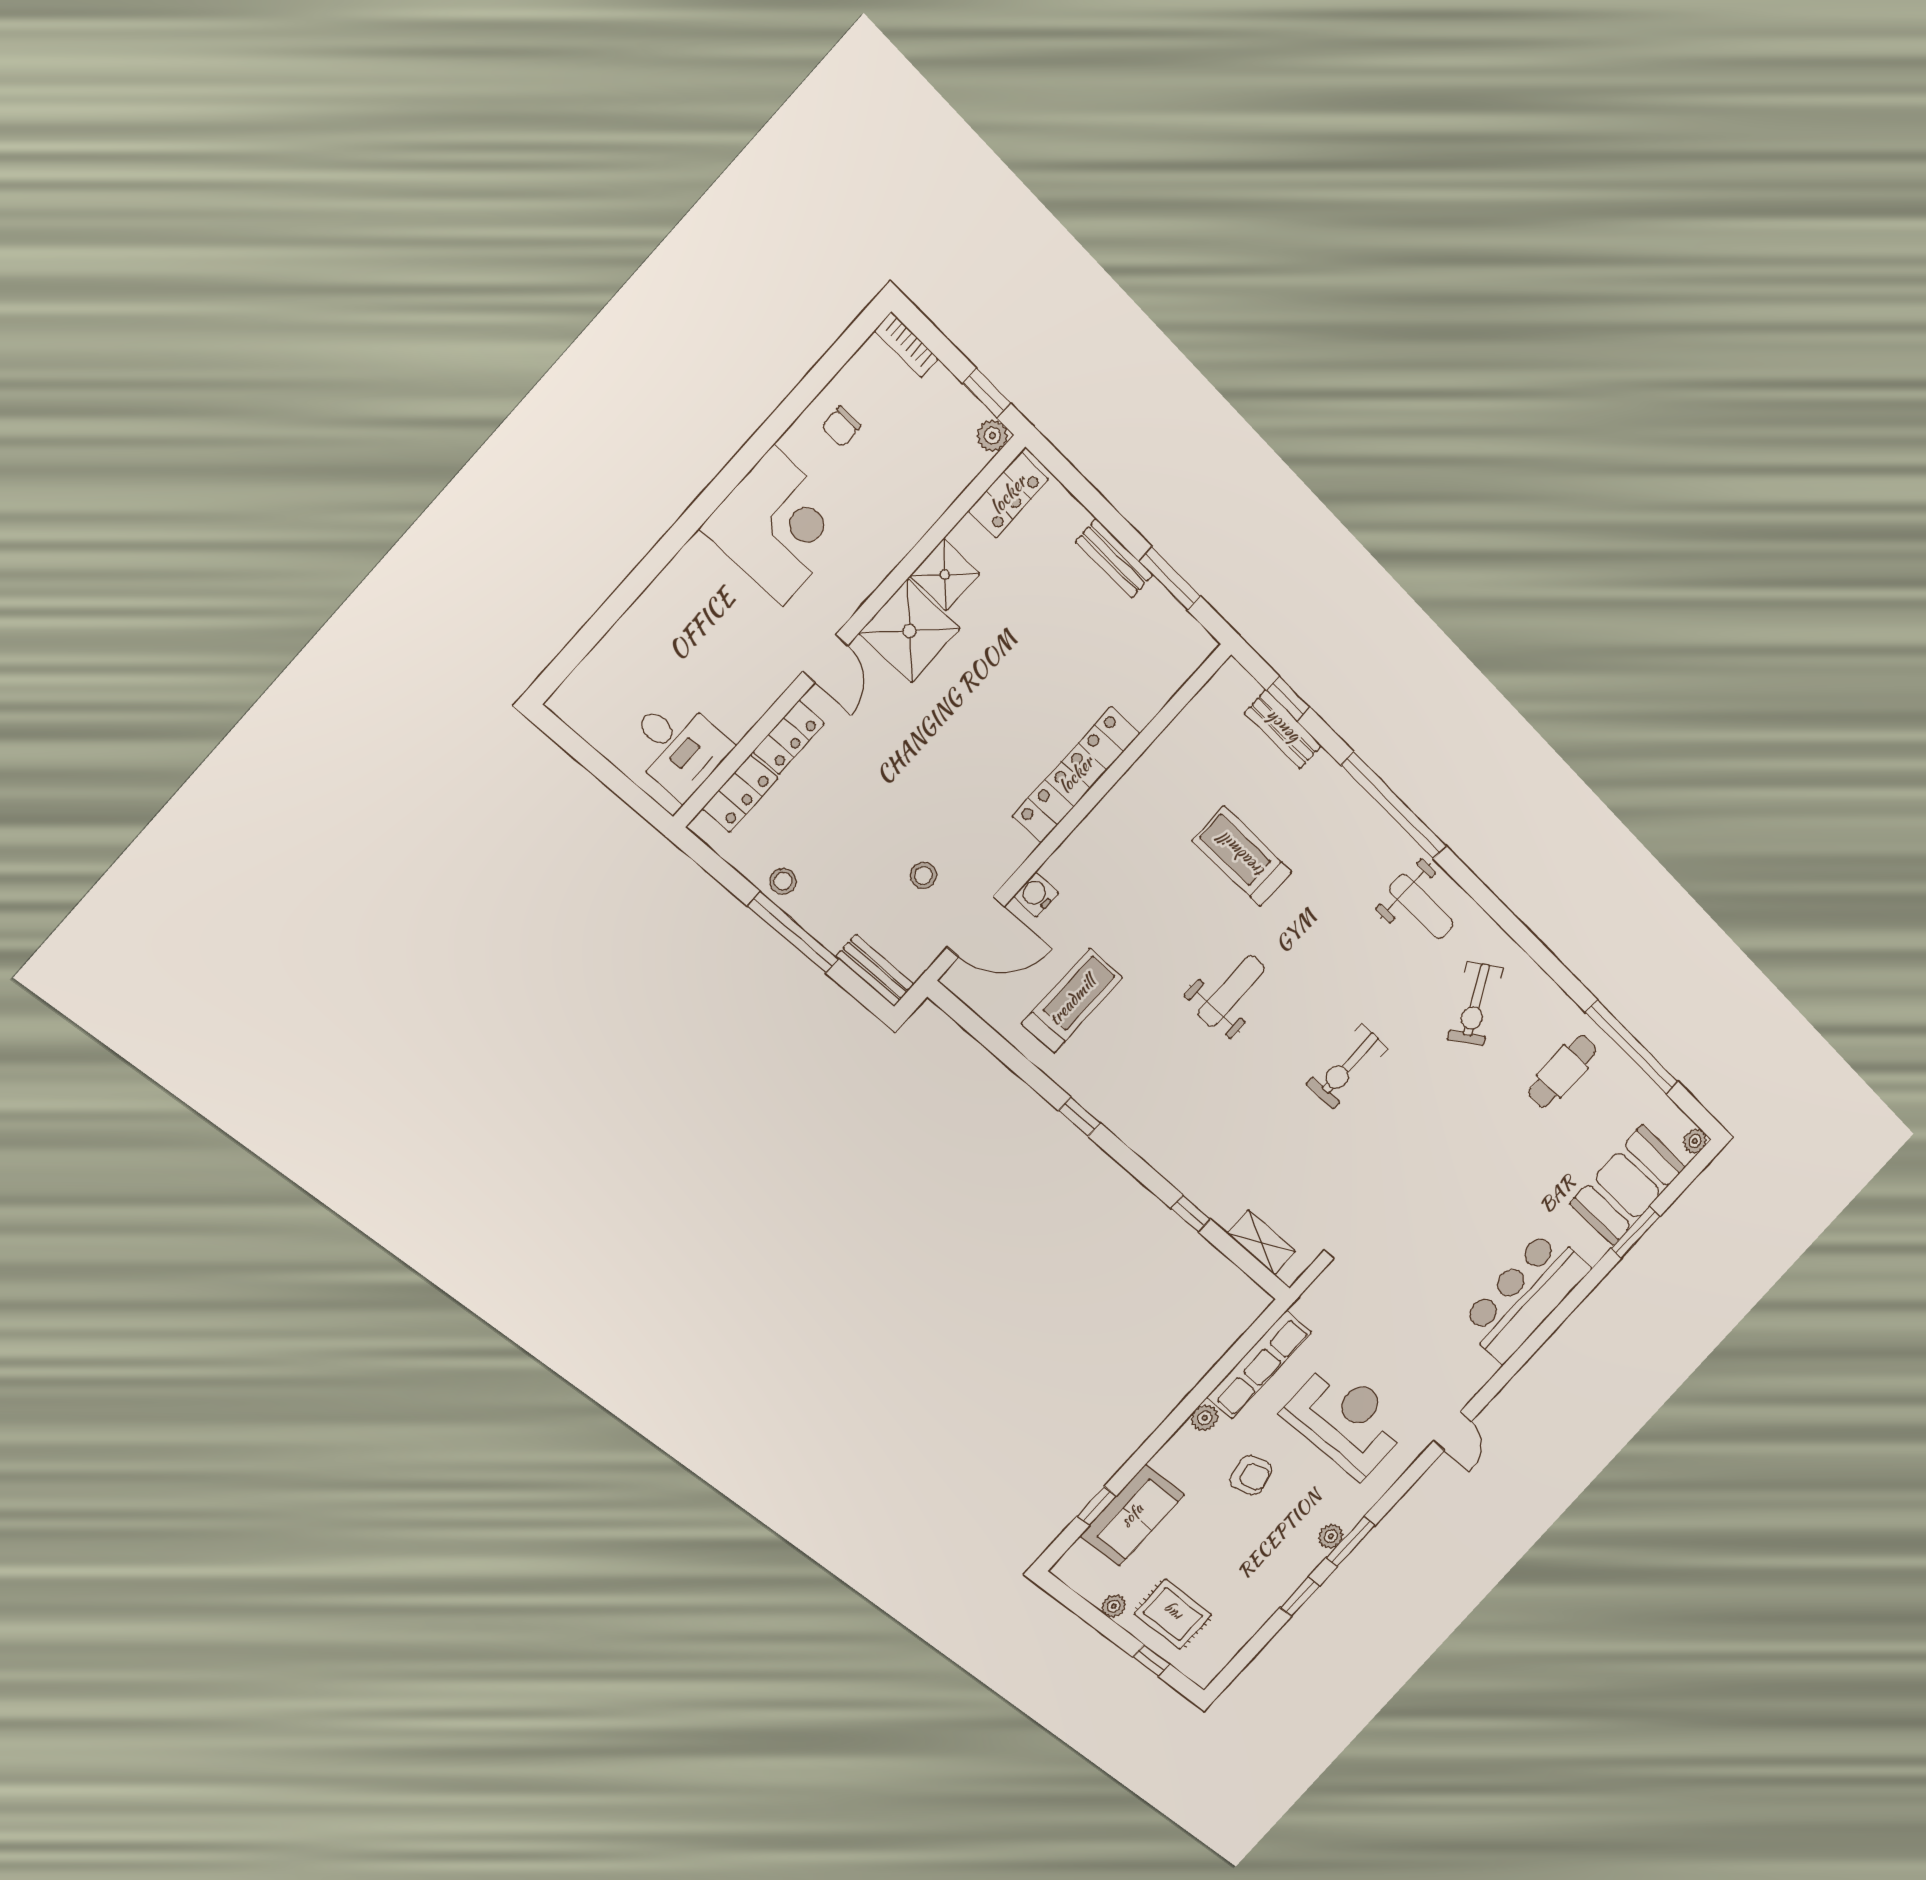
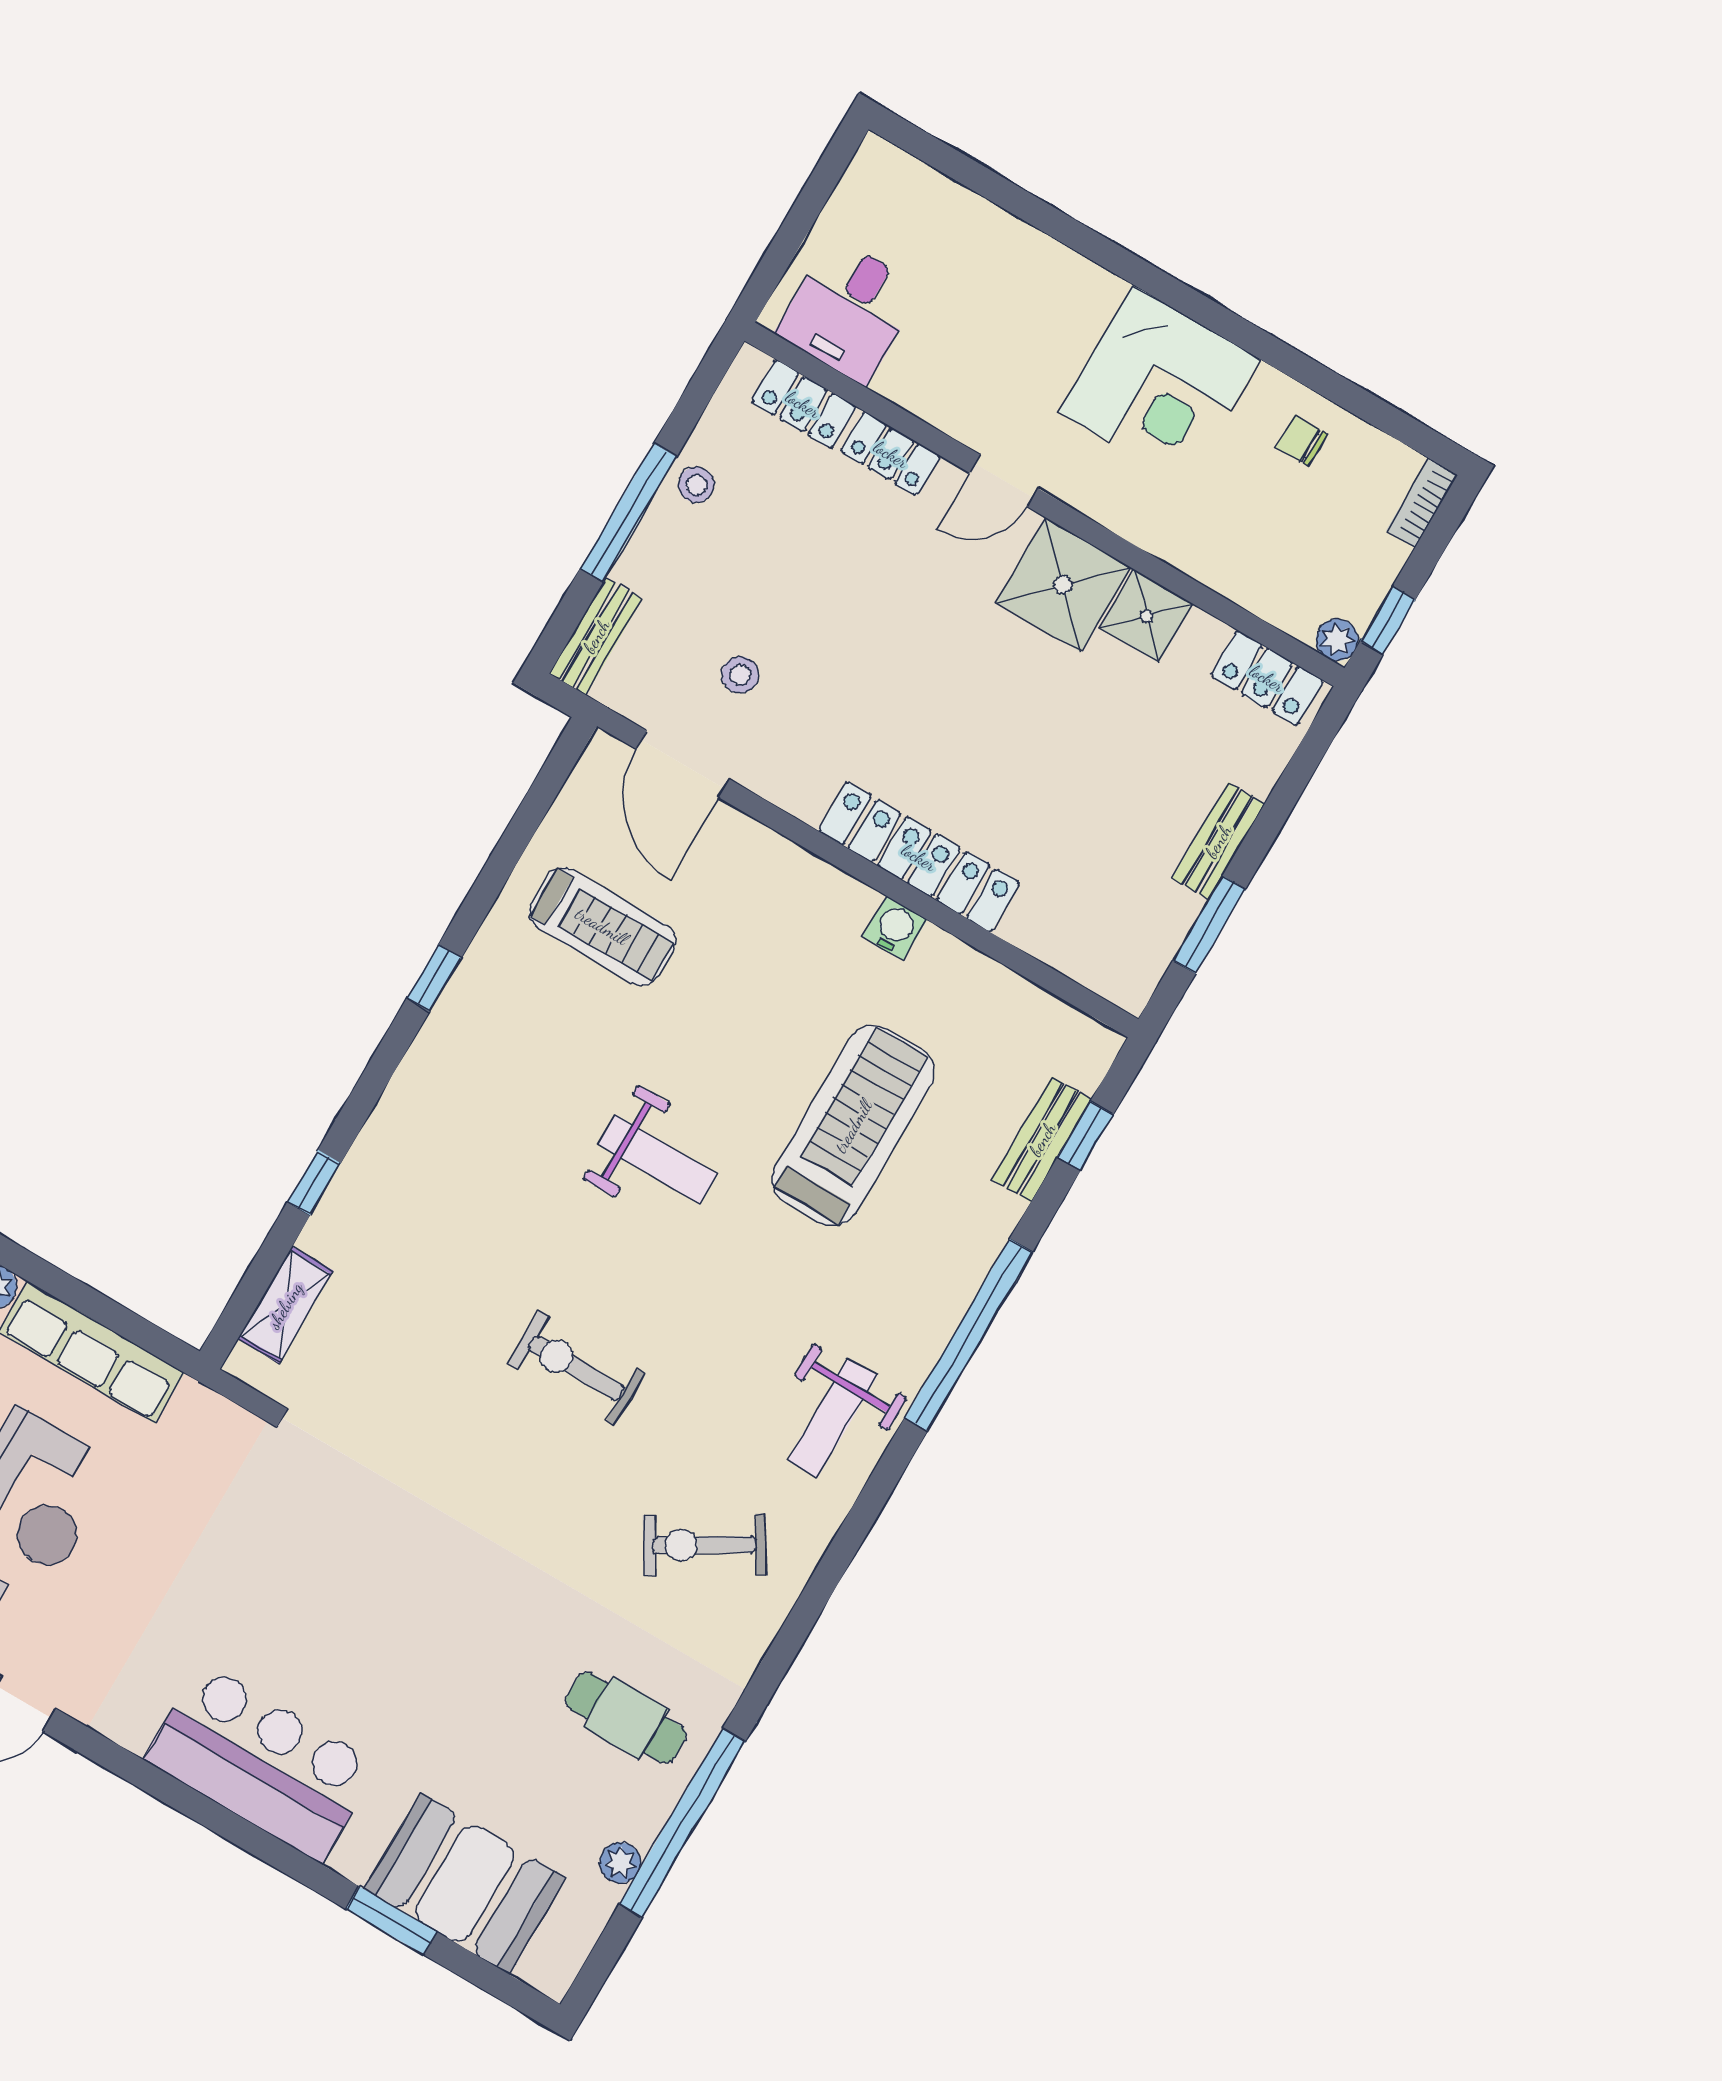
treadmill: (1242, 856) -> (853, 1126), width x1.37, depth x1.38
water cooler: (1036, 894) -> (895, 928), moved
plant: (1695, 1141) -> (620, 1863), moved

